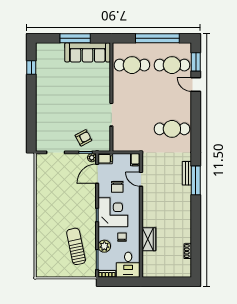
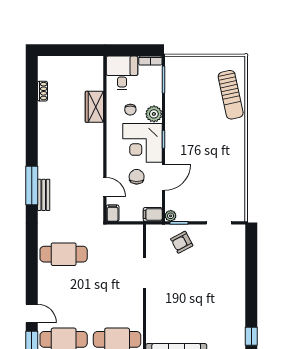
door: (97, 174) -> (163, 177), moved
sun lounger: (76, 246) -> (231, 95), moved
plant: (104, 246) -> (154, 114), moved

